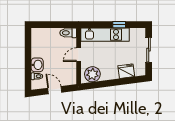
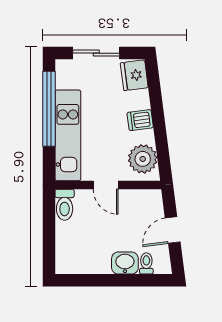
window: (119, 25) -> (49, 109), width x3.17
fridge: (126, 71) -> (134, 75), moved
dishwasher: (113, 73) -> (140, 120), added

